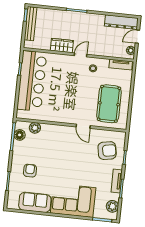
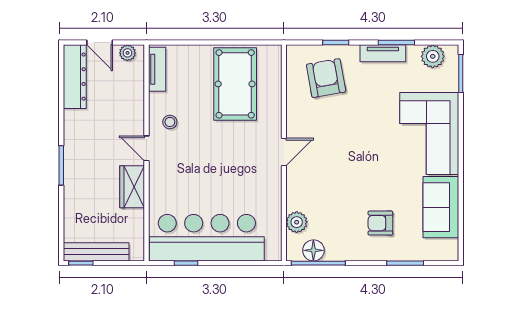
pool table: (109, 104) -> (235, 84), turned 90
door: (83, 126) -> (284, 152), moved

